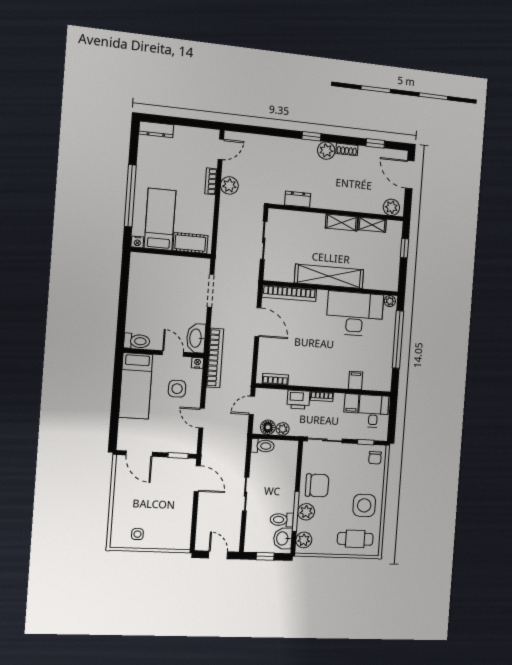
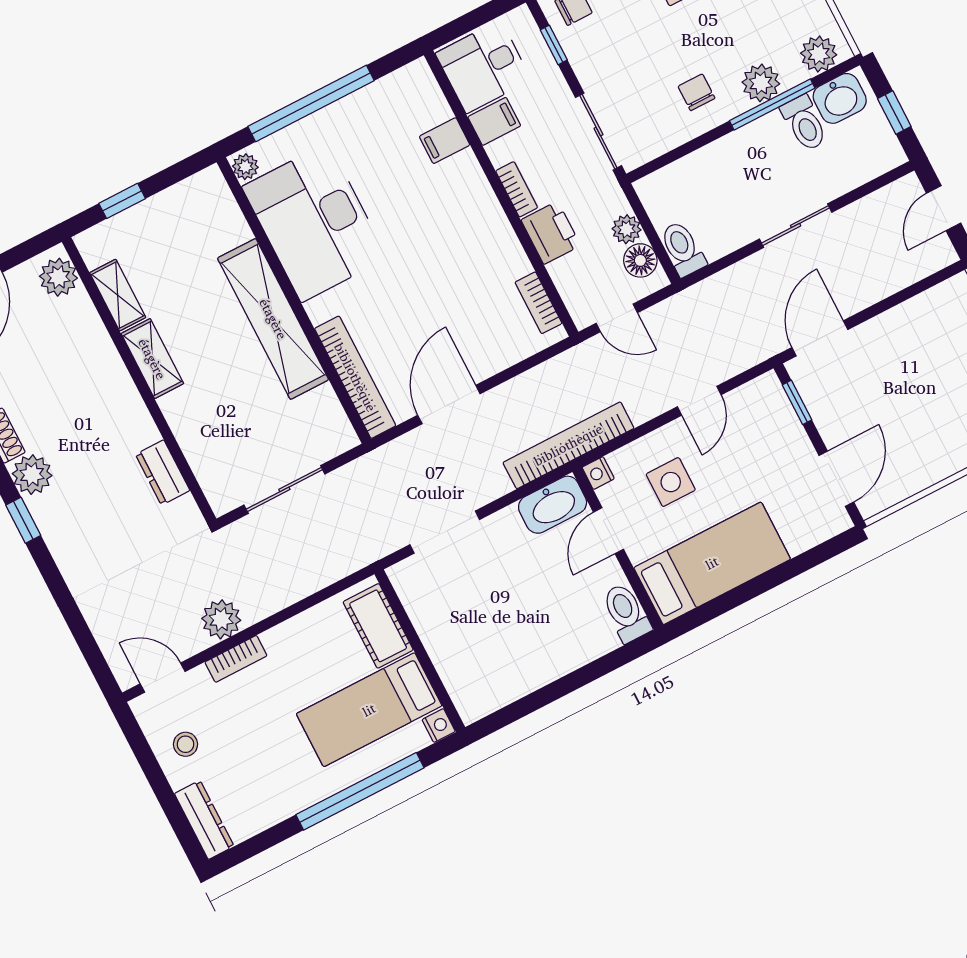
stool: (190, 141) -> (186, 744), added
chair: (317, 485) -> (697, 92), width x0.54, depth x0.54

